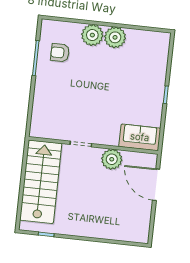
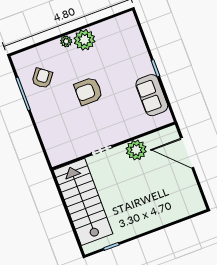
plant: (92, 35) -> (66, 41), width x0.53, depth x0.53
armchair: (60, 53) -> (42, 78), turned 127
armchair: (95, 85) -> (88, 91), added
sofa: (140, 137) -> (152, 95), moved, turned -90

